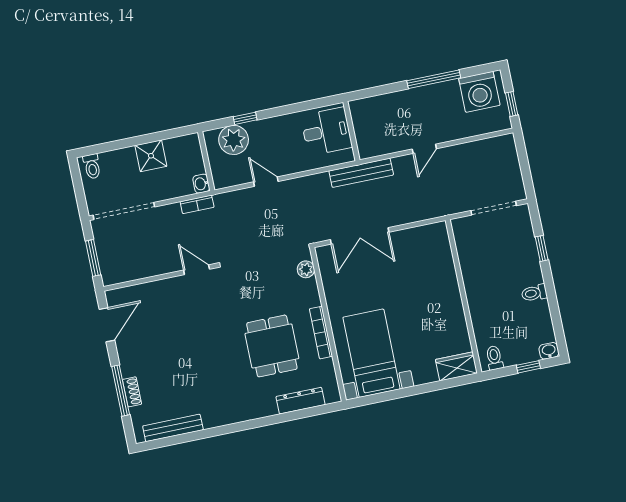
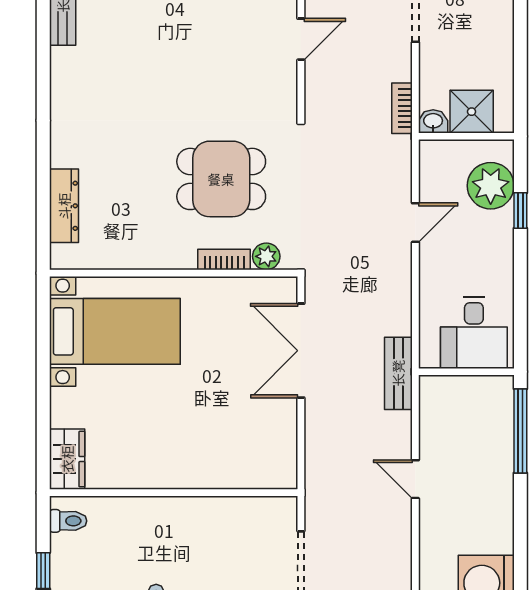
window: (434, 79) -> (520, 431), moved
shower: (151, 156) -> (472, 112), moved
bench: (361, 173) -> (398, 373), width x0.73
door: (197, 270) -> (301, 39), moved
bookcase: (321, 333) -> (224, 259), moved, width x0.64
dining table: (272, 346) -> (221, 179), moved

